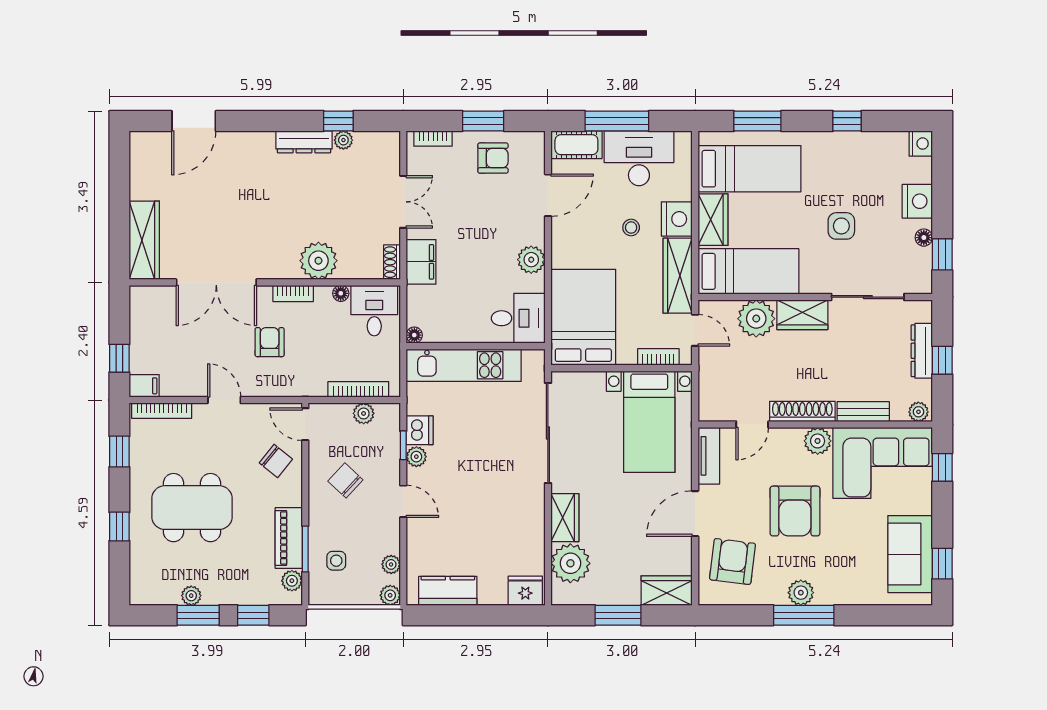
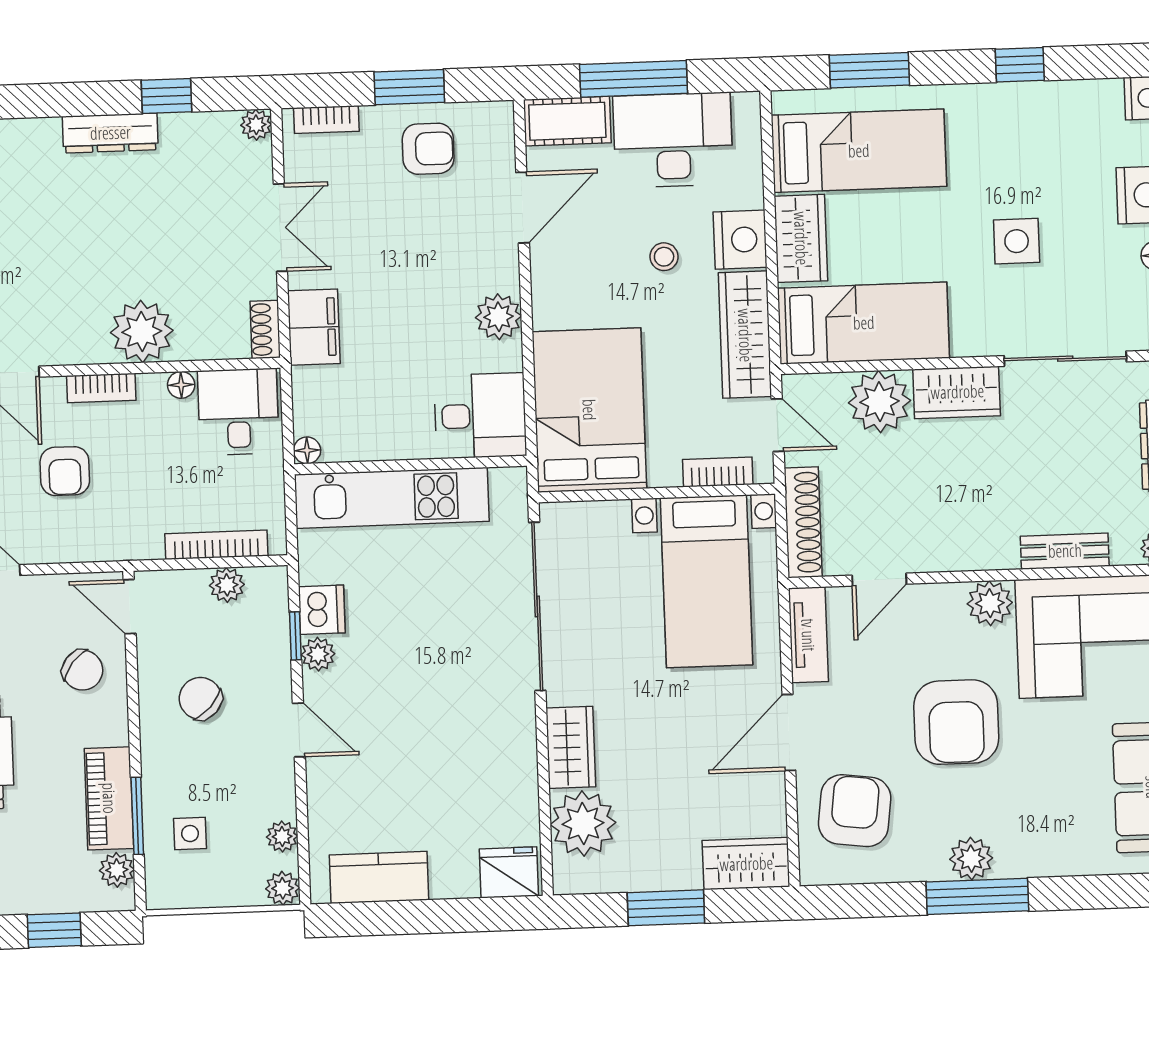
plant: (343, 140) -> (256, 125), moved
armchair: (270, 342) -> (65, 471), turned 180
shoe rack: (802, 411) -> (803, 522), moved, turned 90

